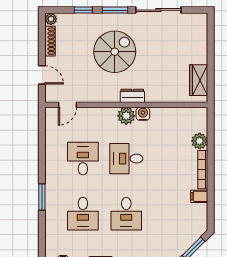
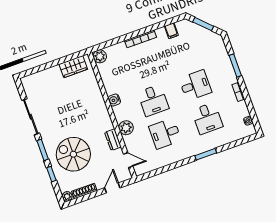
spiral stairs: (115, 52) -> (73, 154), moved
dresser: (132, 96) -> (113, 140), moved
plant: (126, 116) -> (126, 128), moved
plant: (200, 141) -> (100, 56), moved
filing cabinet: (199, 196) -> (171, 31), moved
desk: (83, 214) -> (207, 118), turned 90

